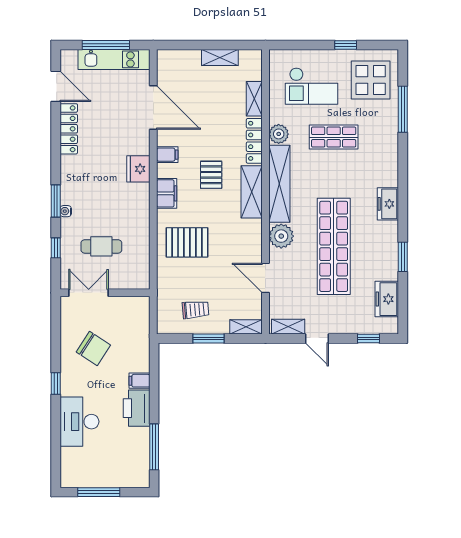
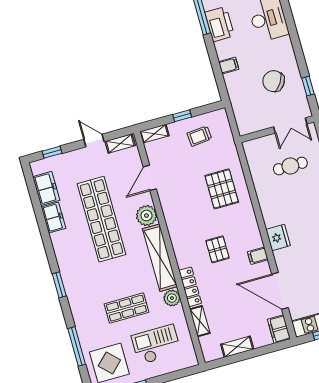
shelving: (252, 192) -> (181, 245), removed
filing cabinet: (167, 193) -> (279, 329), moved
freezer: (388, 204) -> (53, 218), moved
pallet: (187, 242) -> (222, 189), turned 90
window: (403, 257) -> (59, 285), moved
door: (265, 278) -> (150, 178), swing flipped
window: (209, 338) -> (182, 116), width x0.67
window: (56, 383) -> (308, 86), moved
printer: (137, 408) -> (220, 24), moved

